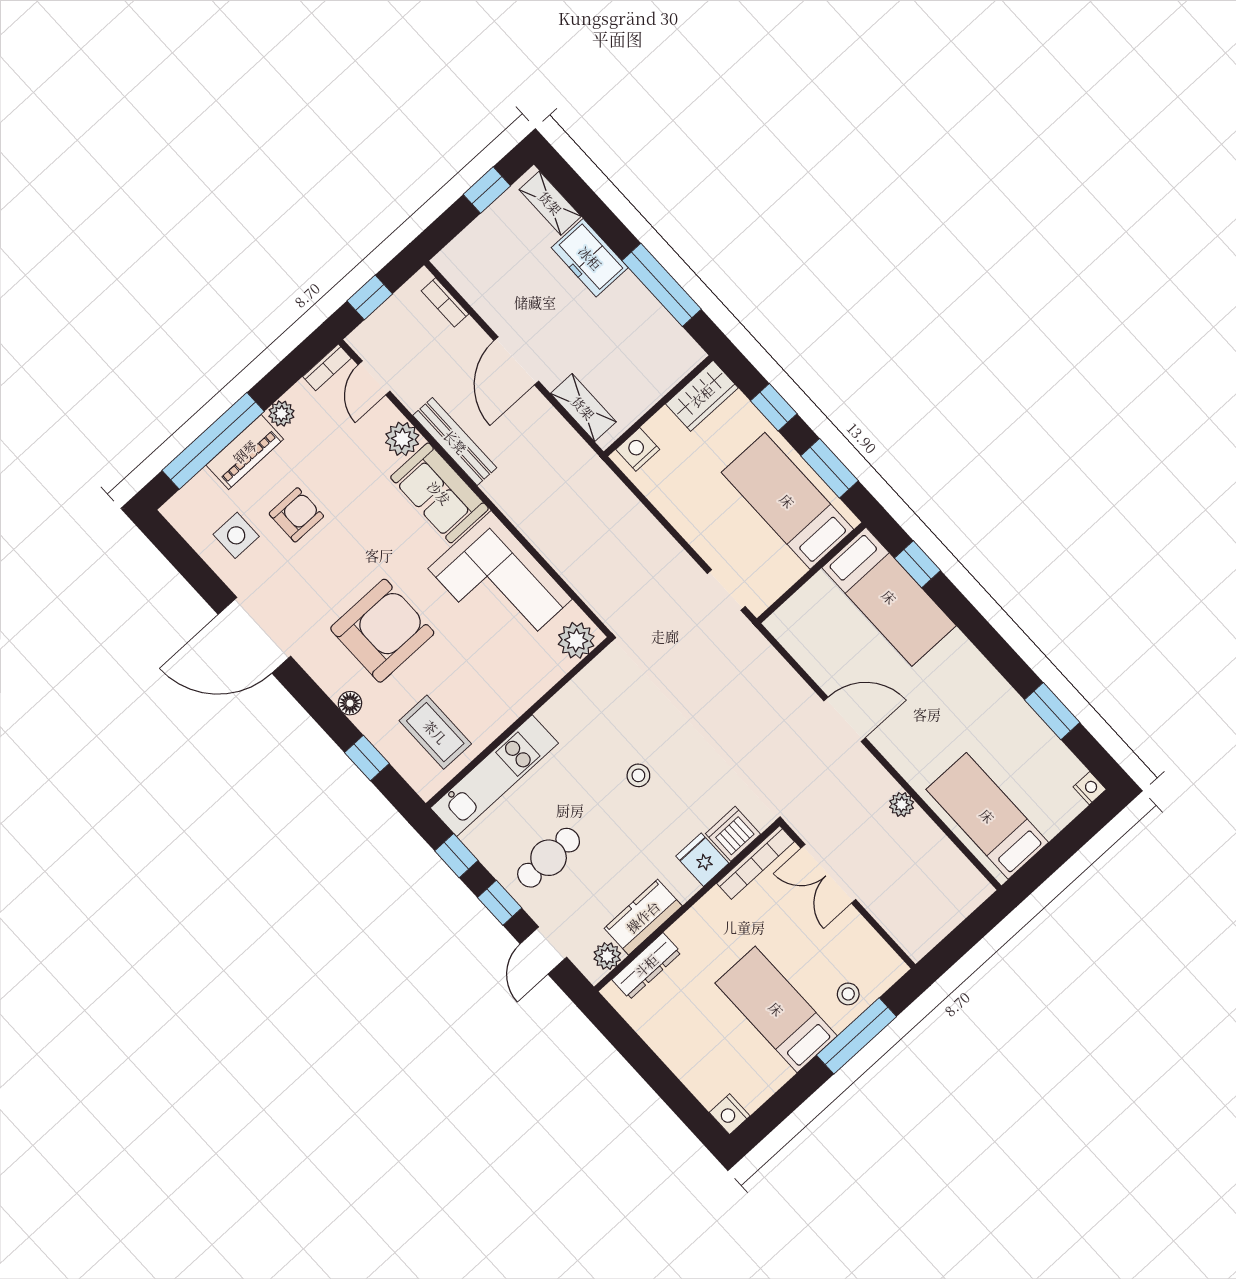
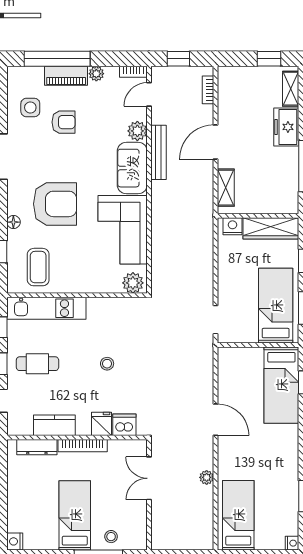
wardrobe: (702, 396) -> (271, 228), width x1.50
bookcase: (756, 862) -> (83, 446), moved
plant: (607, 956) -> (24, 428), removed

